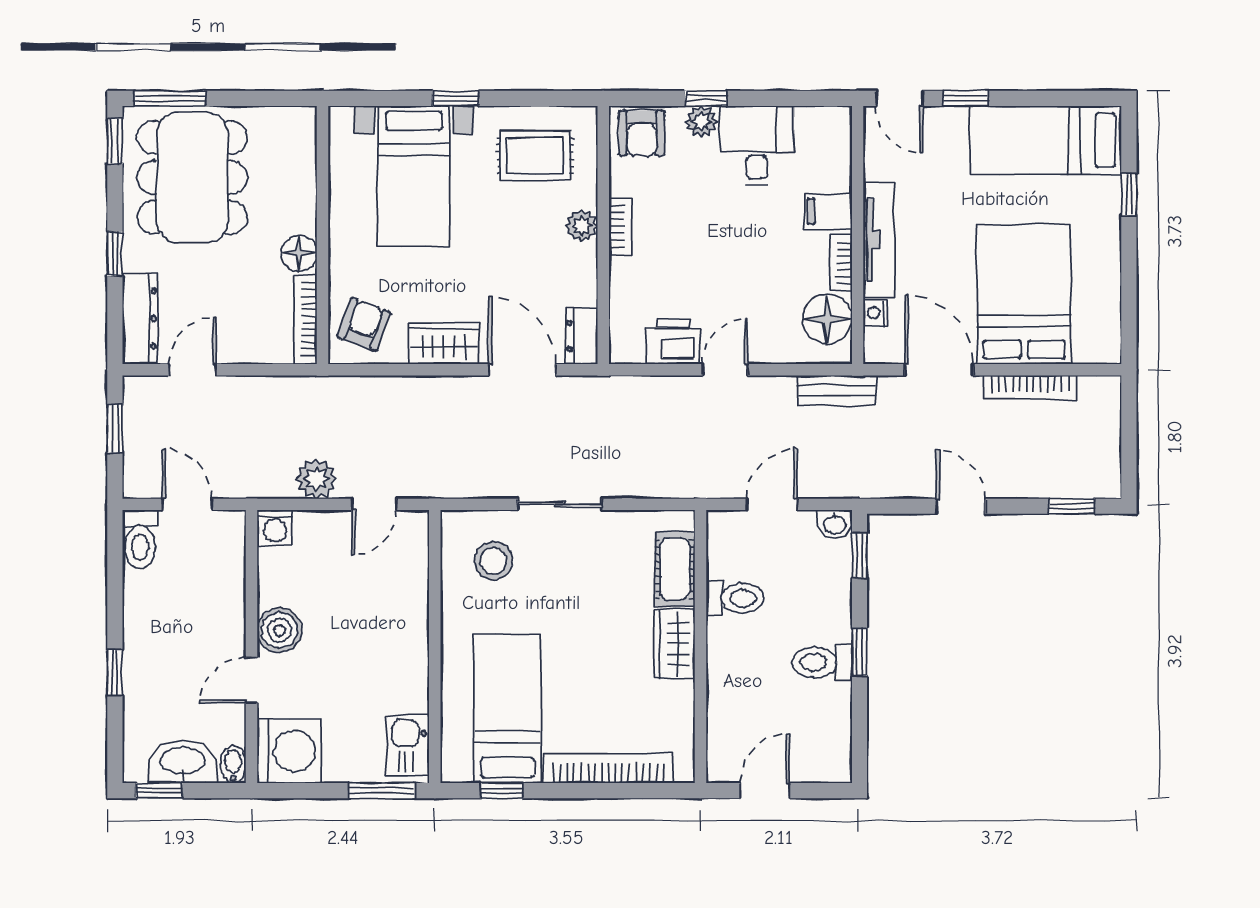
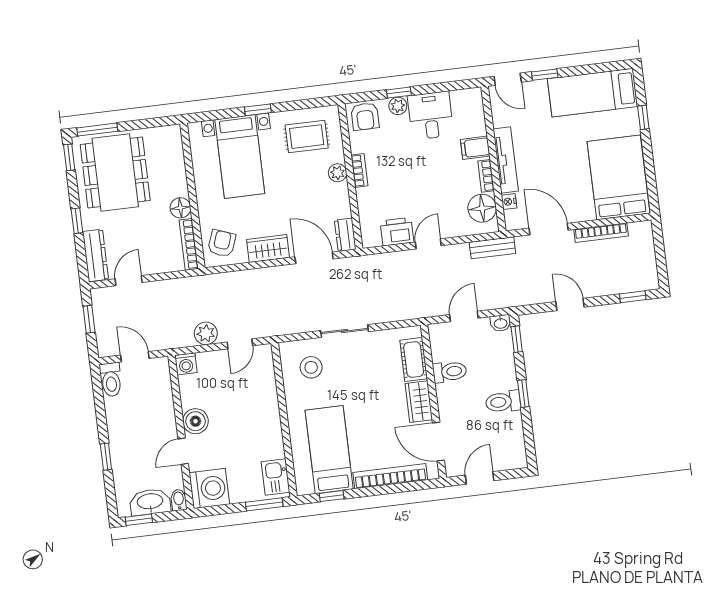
bed: (1024, 294) -> (618, 177), moved
door: (700, 718) -> (438, 442), added

